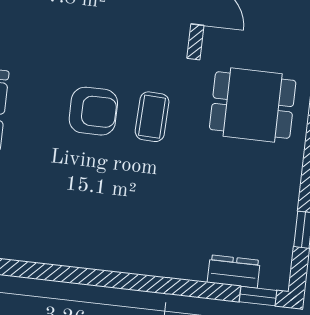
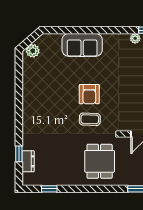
window: (258, 296) -> (19, 154), moved

